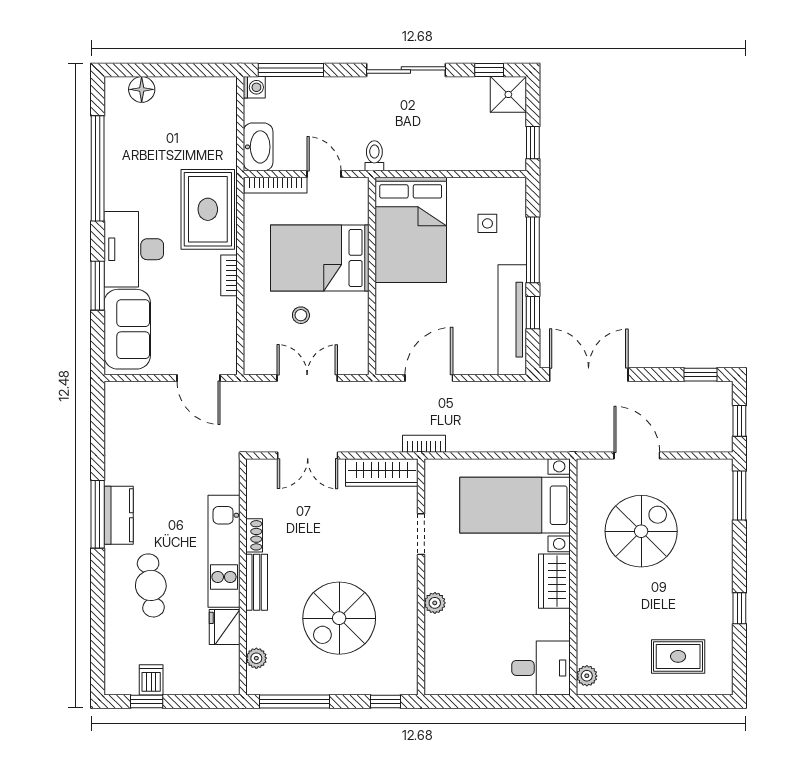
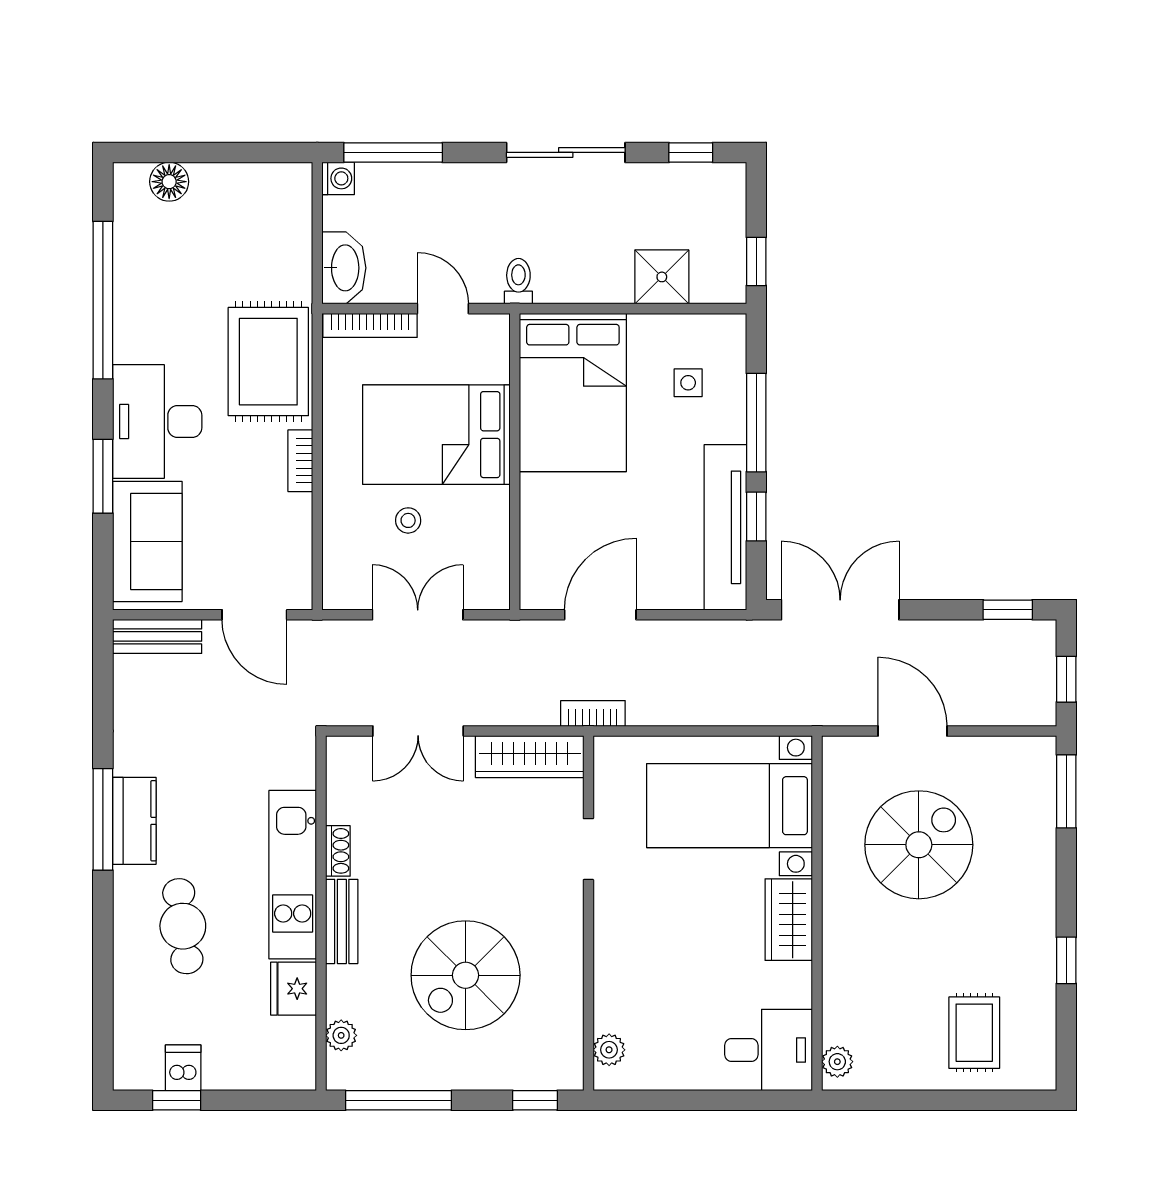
shower: (508, 94) -> (662, 277), moved
bench: (134, 392) -> (157, 636), added
plant: (435, 603) -> (609, 1050), moved
rug: (678, 656) -> (974, 1033), turned 90

